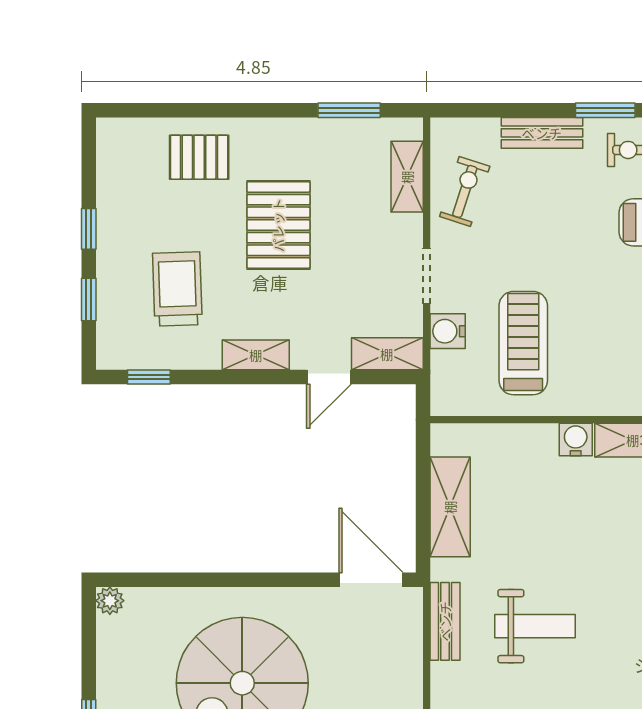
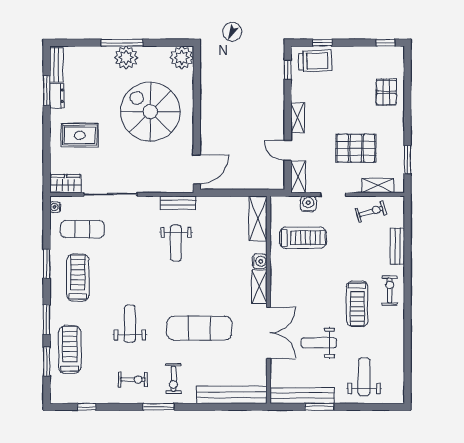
window: (605, 110) -> (407, 275), removed
exercise bike: (465, 191) -> (371, 212), turned -35
pallet: (278, 225) -> (356, 148), moved
window: (89, 229) -> (386, 43), moved
trolley: (177, 289) -> (315, 61), moved
shelving: (450, 507) -> (258, 218), moved, turned 90
plant: (110, 601) -> (182, 58), width x1.87, depth x1.87

